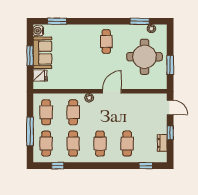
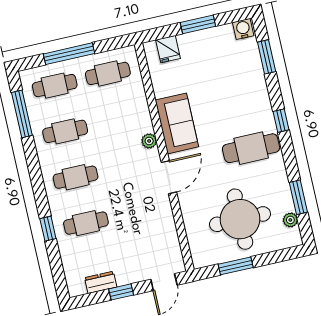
window: (95, 21) -> (281, 121), added
cafe table: (106, 42) -> (251, 148), width x1.37, depth x1.35
sofa: (42, 53) -> (177, 123), moved, turned -90
door: (112, 91) -> (169, 177), hinge flipped
cafe table: (73, 112) -> (118, 119), removed
window: (58, 166) -> (22, 114), width x2.17
window: (146, 166) -> (48, 229), moved

